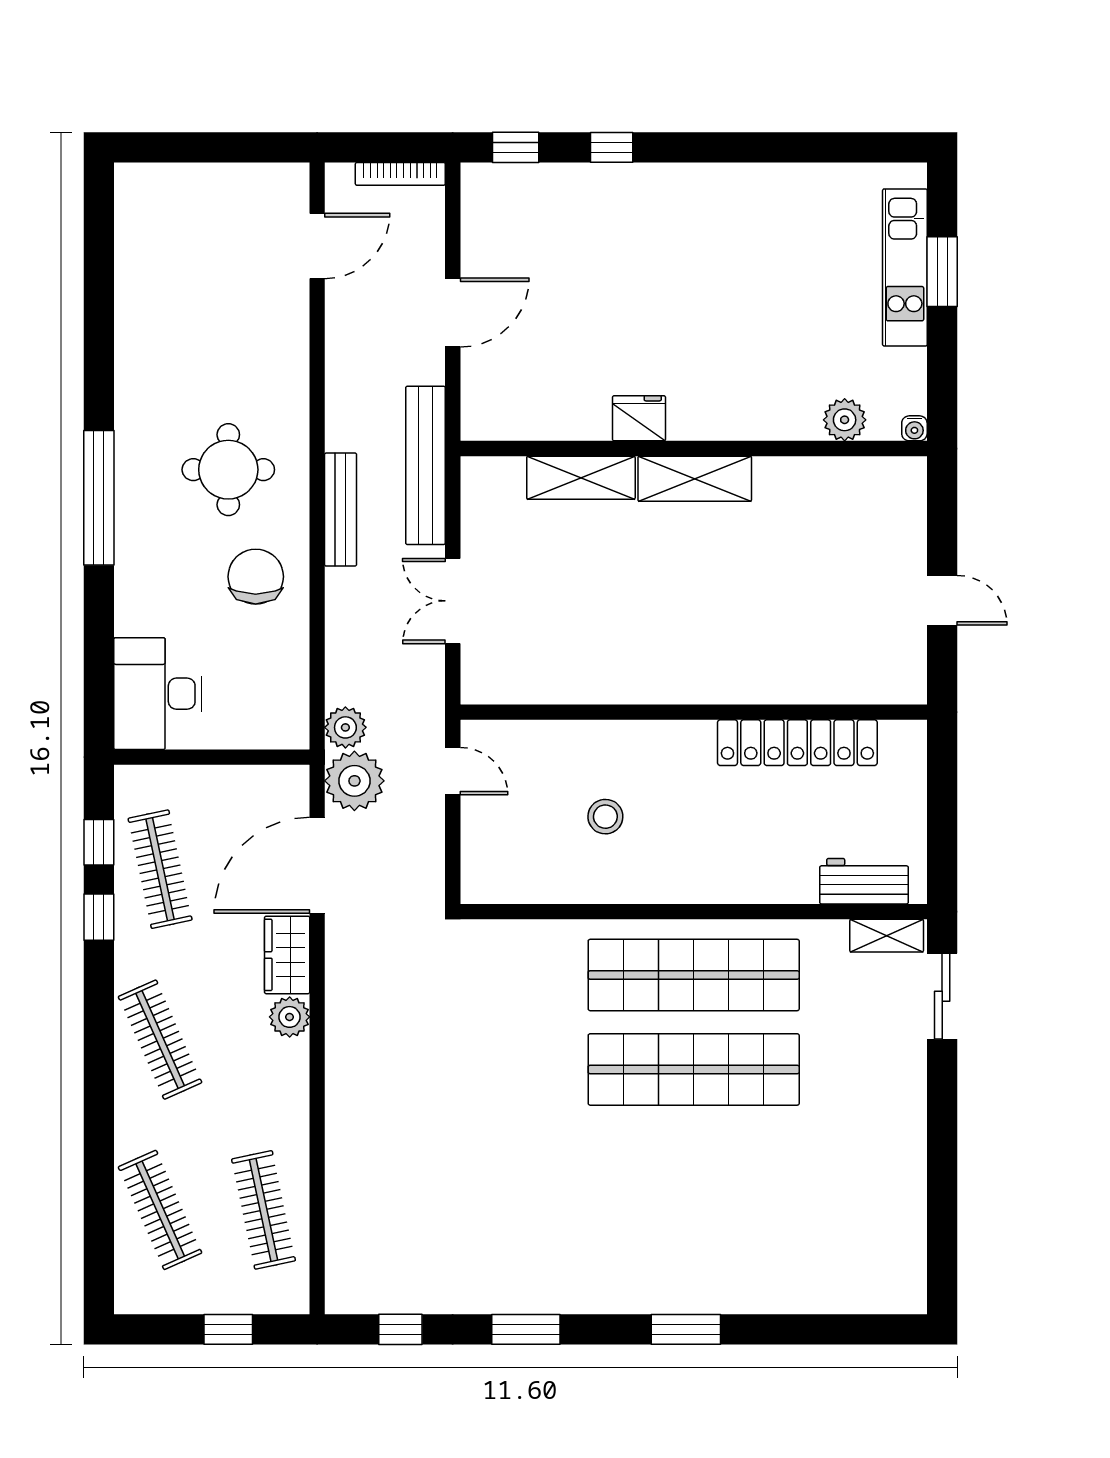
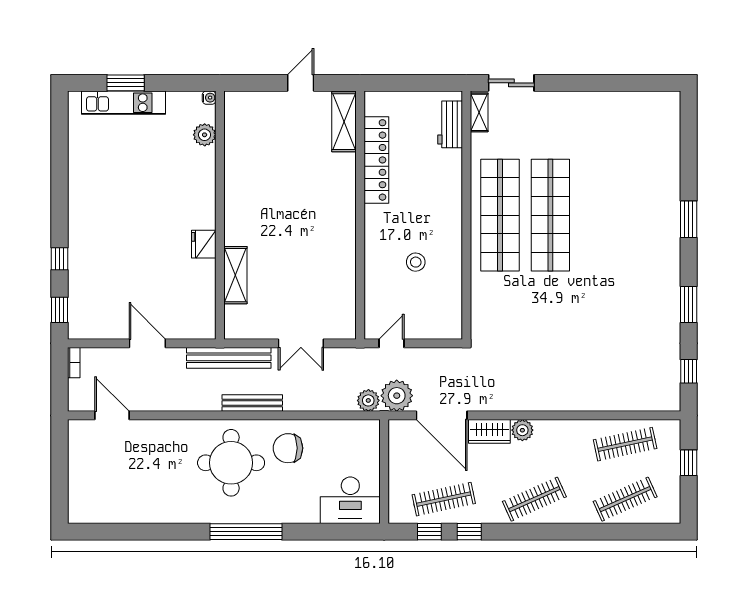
bookcase: (400, 174) -> (74, 363), width x0.64
round table: (228, 470) -> (231, 463), width x1.36, depth x1.36
shelving: (695, 479) -> (344, 122), moved

